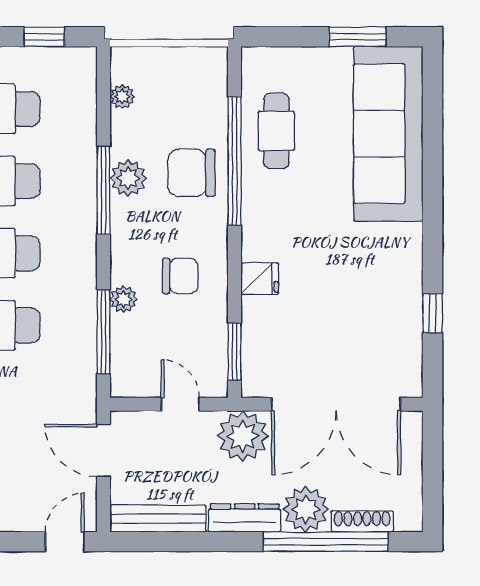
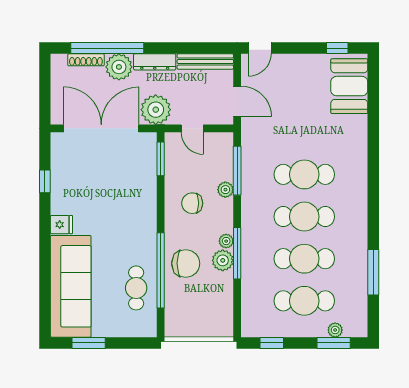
plant: (122, 97) -> (226, 241), moved
fridge: (260, 279) -> (61, 225), moved, turned 180

